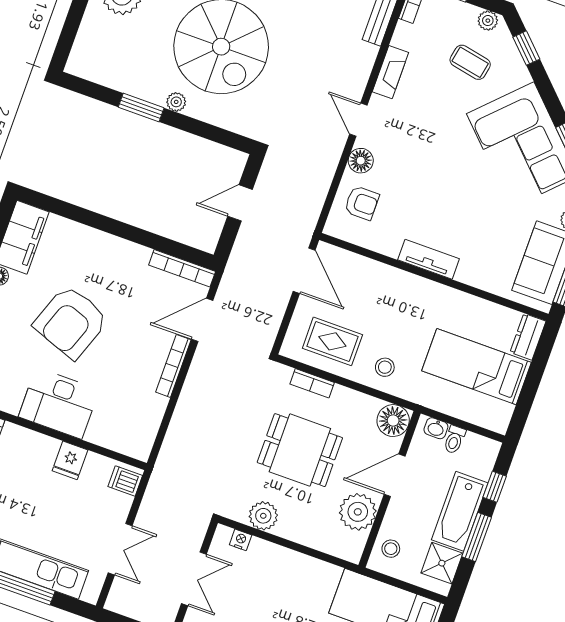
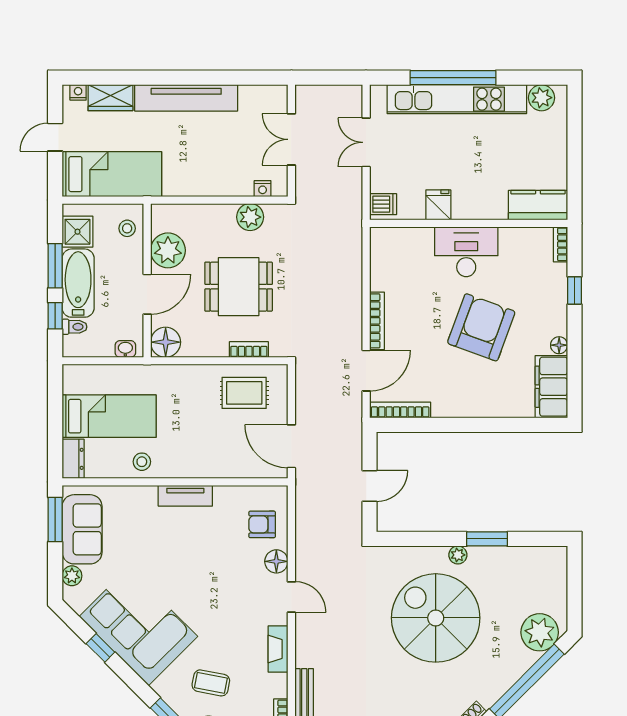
stool: (385, 367) -> (142, 462), moved
toilet: (454, 440) -> (74, 327), moved, turned 90

